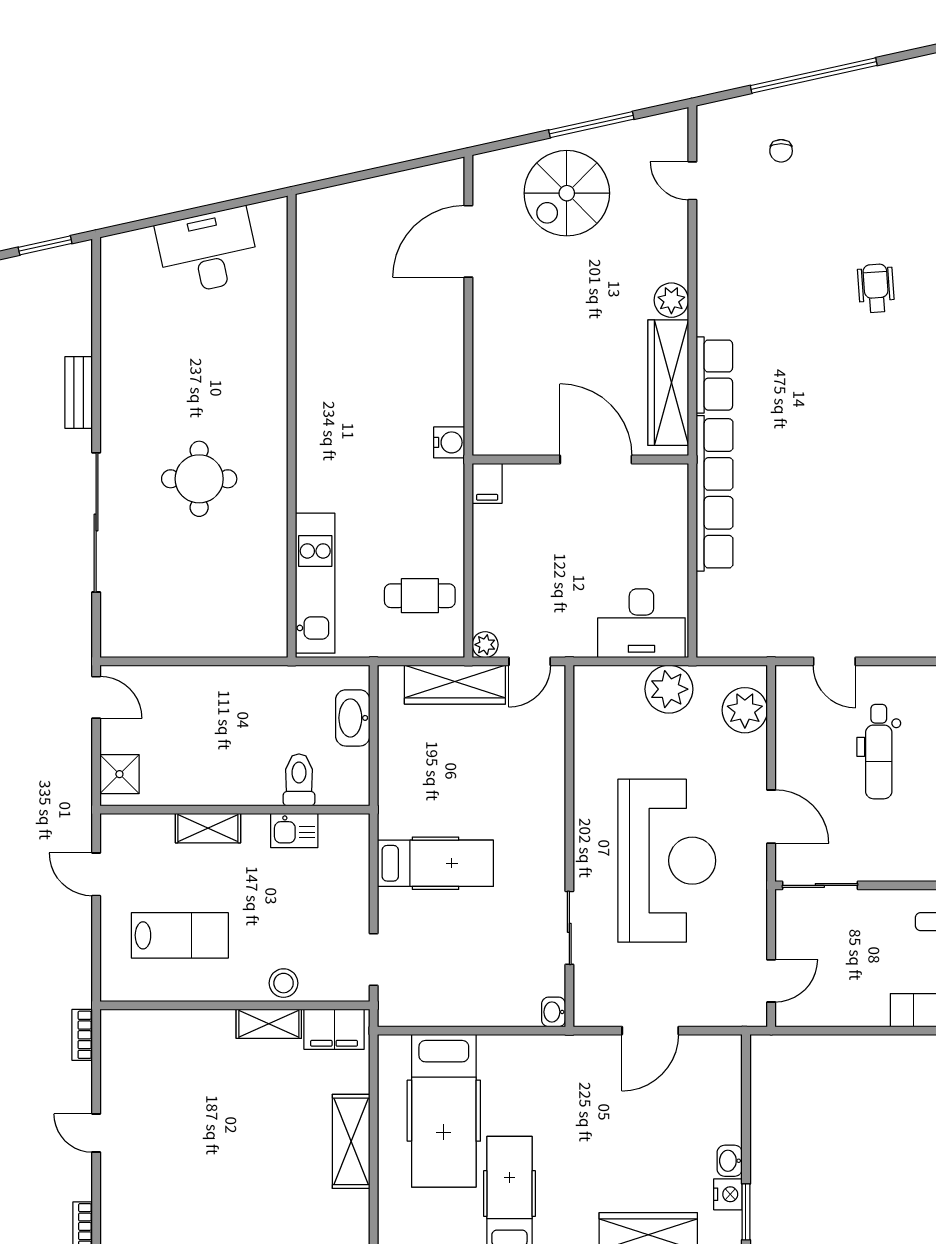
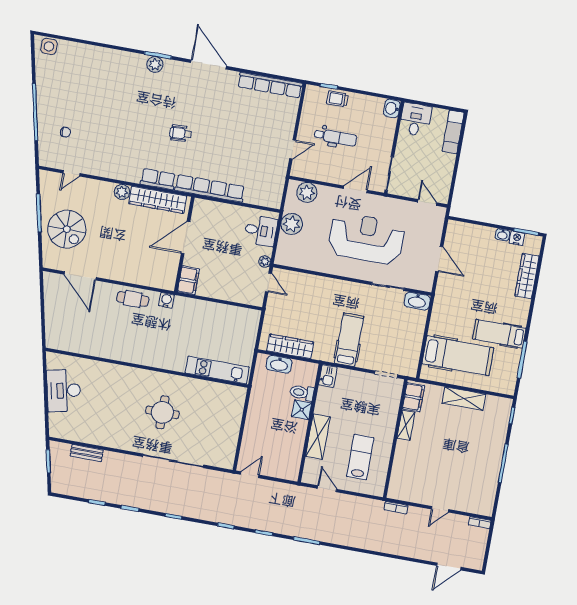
wheelchair: (876, 288) -> (180, 133), moved
bench: (79, 393) -> (87, 453), moved
filing cabinet: (487, 483) -> (188, 280), width x2.00
cafe table: (420, 596) -> (133, 299), moved, turned 90
desk: (641, 623) -> (261, 231), width x0.73
plant: (485, 645) -> (265, 261), moved
wardrobe: (455, 685) -> (290, 346), moved, turned -90
shower: (119, 774) -> (302, 410), moved
shelving: (208, 828) -> (318, 437), width x1.50, depth x1.33
kitchen sink: (294, 831) -> (328, 376), moved
door: (96, 874) -> (327, 489), swing flipped
stool: (284, 983) -> (389, 416), removed
washbasin: (554, 1012) -> (417, 301), width x1.91, depth x1.45

